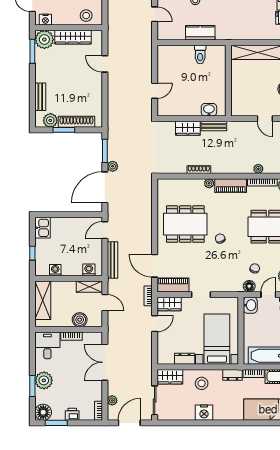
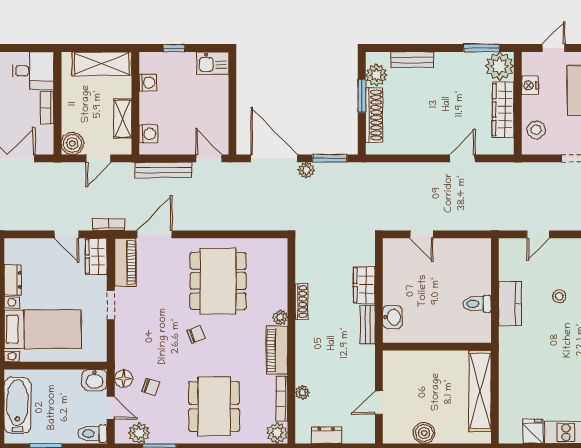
nightstand: (45, 20) -> (530, 85), moved
shelving: (89, 287) -> (123, 119), moved
boiler: (80, 320) -> (72, 143), moved

